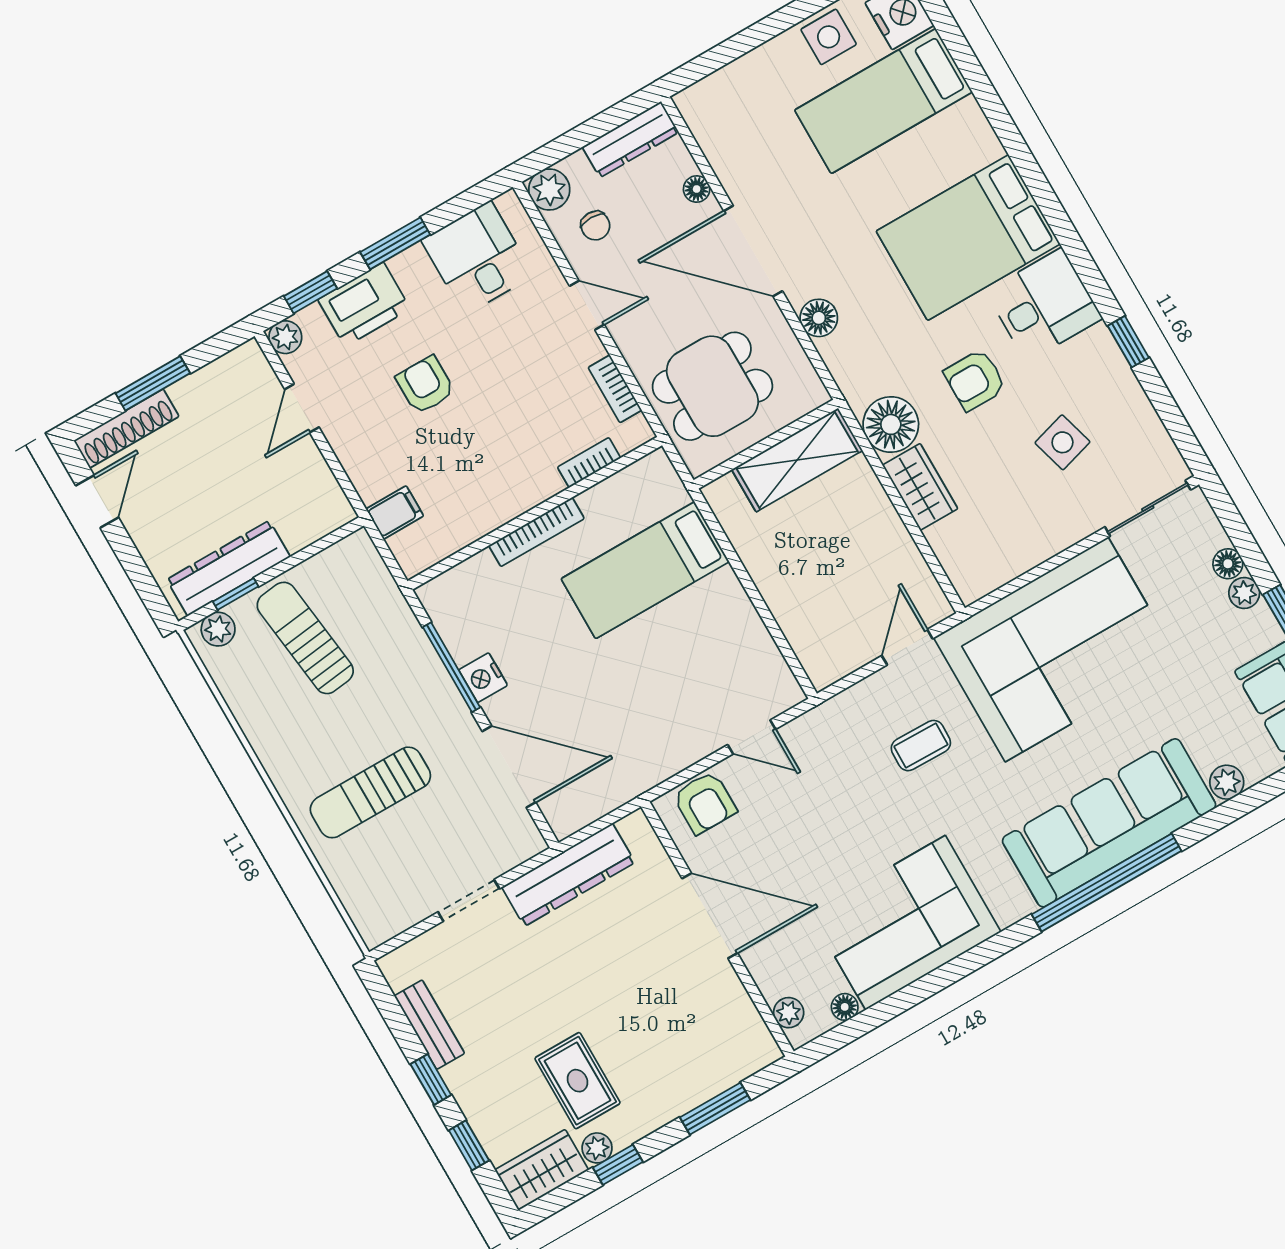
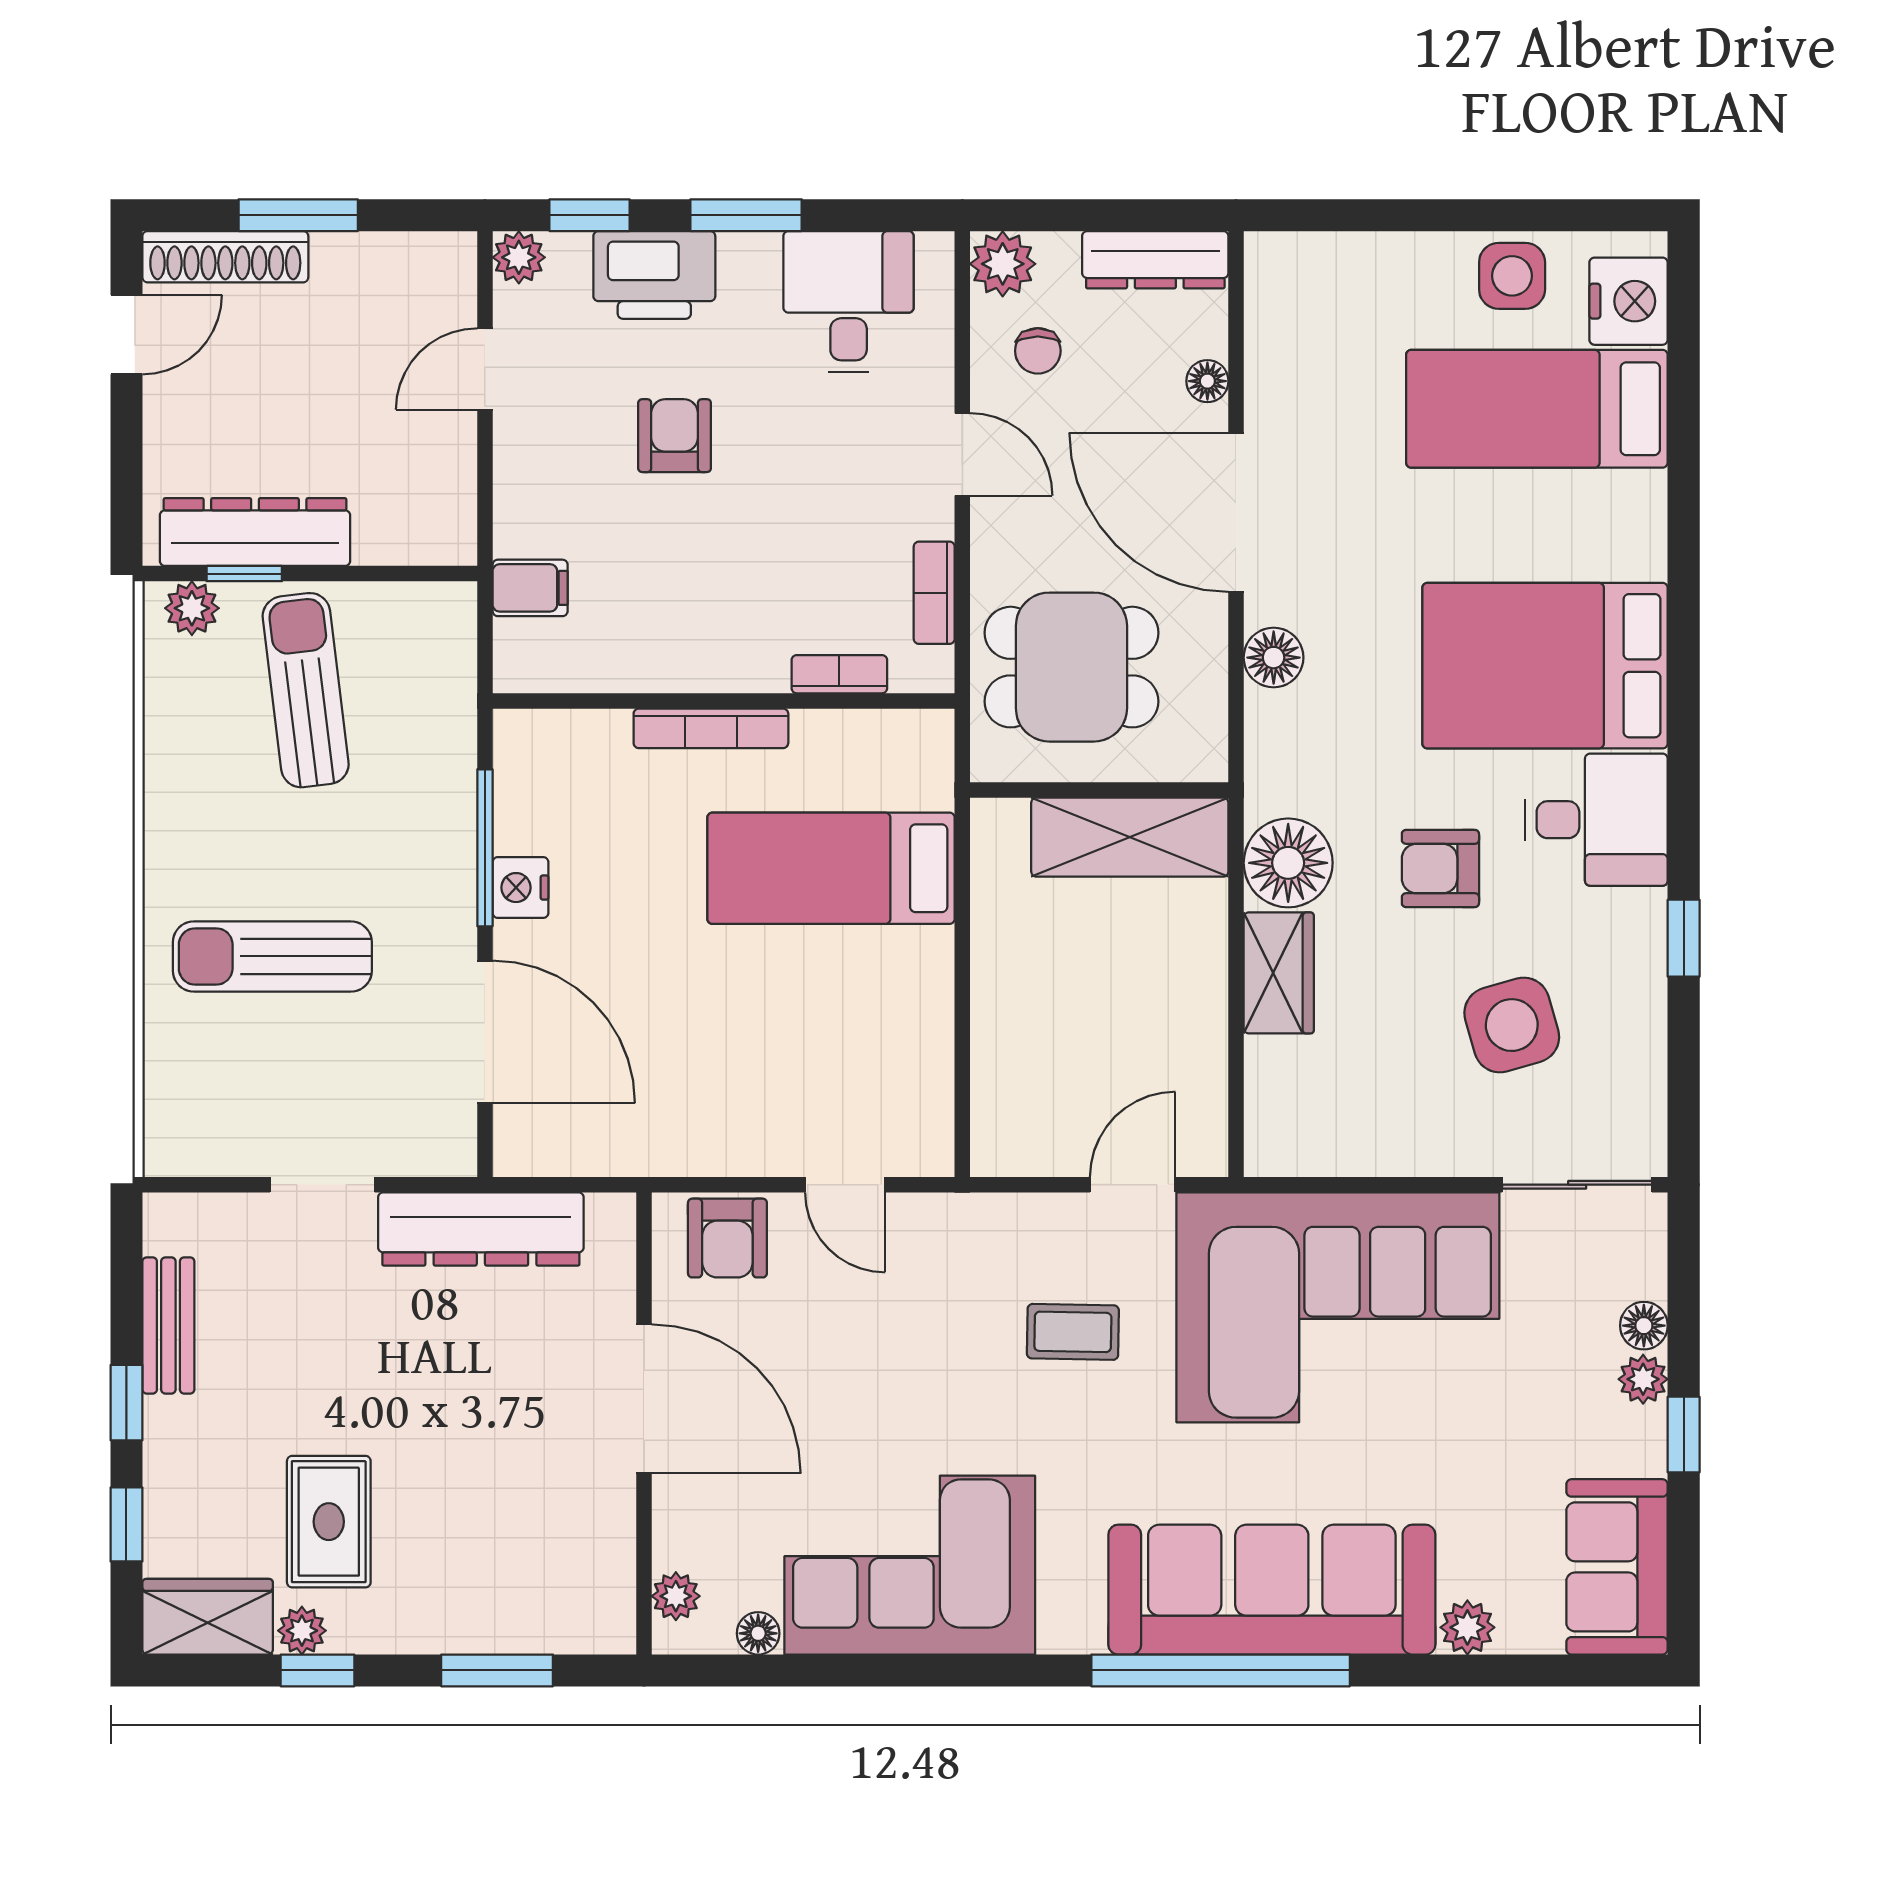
side table: (1062, 442) -> (1512, 1025), width x1.37, depth x1.37

